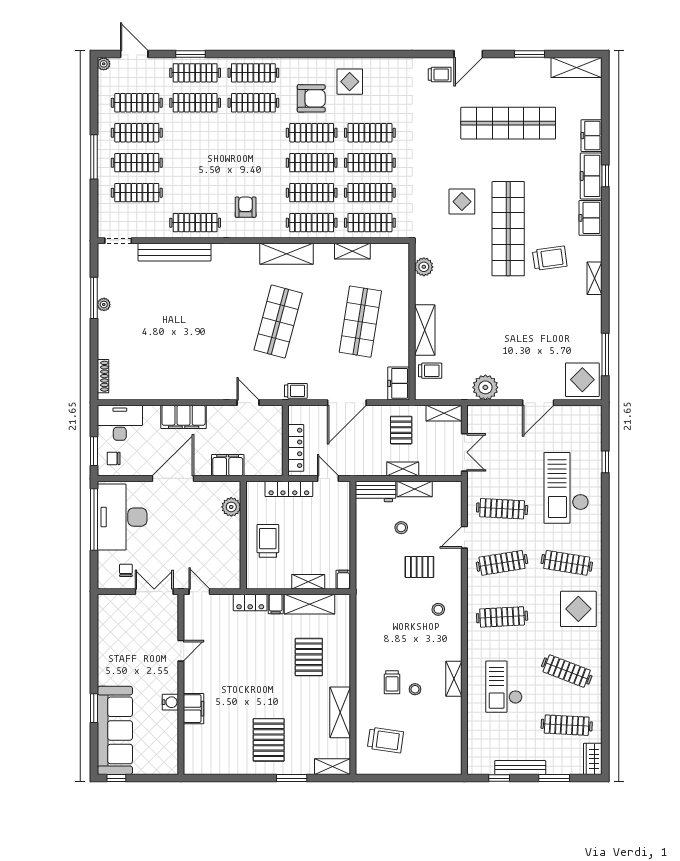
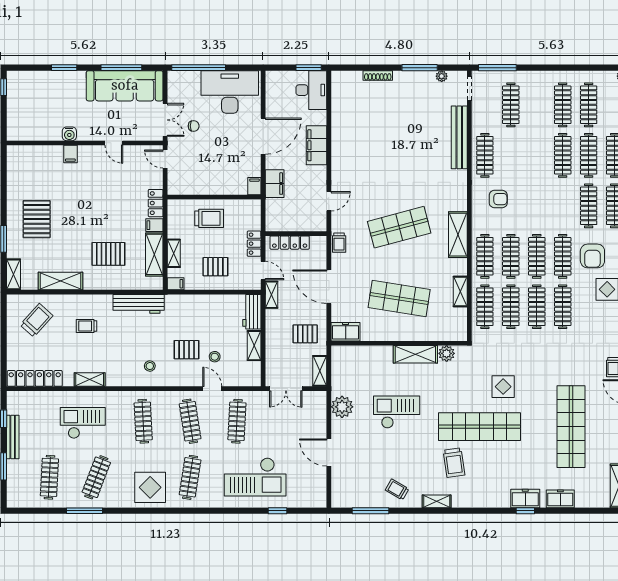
window: (94, 157) -> (497, 68), moved
clothes rail: (137, 163) -> (563, 155), moved
freezer: (591, 176) -> (525, 498), width x0.71
freezer: (590, 218) -> (489, 498), removed
plant: (104, 304) -> (442, 76), moved
shop shelf: (278, 322) -> (399, 227), turned -30
checkout: (491, 324) -> (397, 412), added
shelving: (425, 330) -> (415, 354), moved
trolley: (430, 371) -> (397, 489), moved, turned 120
shoe rack: (103, 376) -> (378, 76), moved
display table: (582, 380) -> (349, 491), removed
window: (94, 451) -> (309, 68), moved
chair: (114, 458) -> (281, 85), removed
shelving: (403, 469) -> (271, 295), moved
door: (173, 478) -> (263, 136), hinge flipped
door: (328, 478) -> (263, 271), hinge flipped
checkout: (566, 488) -> (255, 477), turned 180
filing cabinet: (231, 489) -> (254, 186), added
locker: (289, 489) -> (254, 244), width x0.66
plant: (231, 507) -> (238, 187), removed
window: (94, 519) -> (199, 68), moved
stool: (401, 528) -> (215, 357), moved
pallet: (324, 534) -> (215, 267), added
pallet: (419, 567) -> (187, 350), turned 90
chair: (126, 570) -> (194, 126), moved
door: (199, 592) -> (165, 159), swing flipped
workbench: (366, 622) -> (139, 304), added
window: (94, 642) -> (121, 68), added
window: (605, 685) -> (85, 511), added
stool: (415, 689) -> (81, 346), removed
filing cabinet: (194, 709) -> (70, 154), width x0.50
sofa: (115, 730) -> (125, 86), moved
pallet: (269, 740) -> (37, 219), turned 90
trolley: (385, 740) -> (37, 320), turned -146
locker: (453, 742) -> (35, 378), added
wardrobe: (593, 759) -> (20, 500), removed

